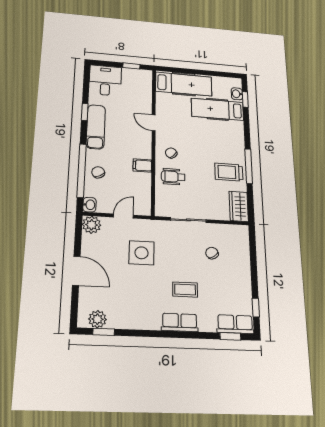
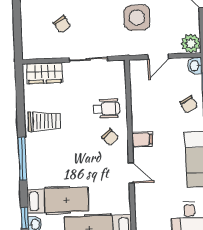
filing cabinet: (142, 165) -> (142, 139), moved
window: (249, 166) -> (22, 159), moved
wardrobe: (239, 206) -> (45, 73), moved, turned 90

